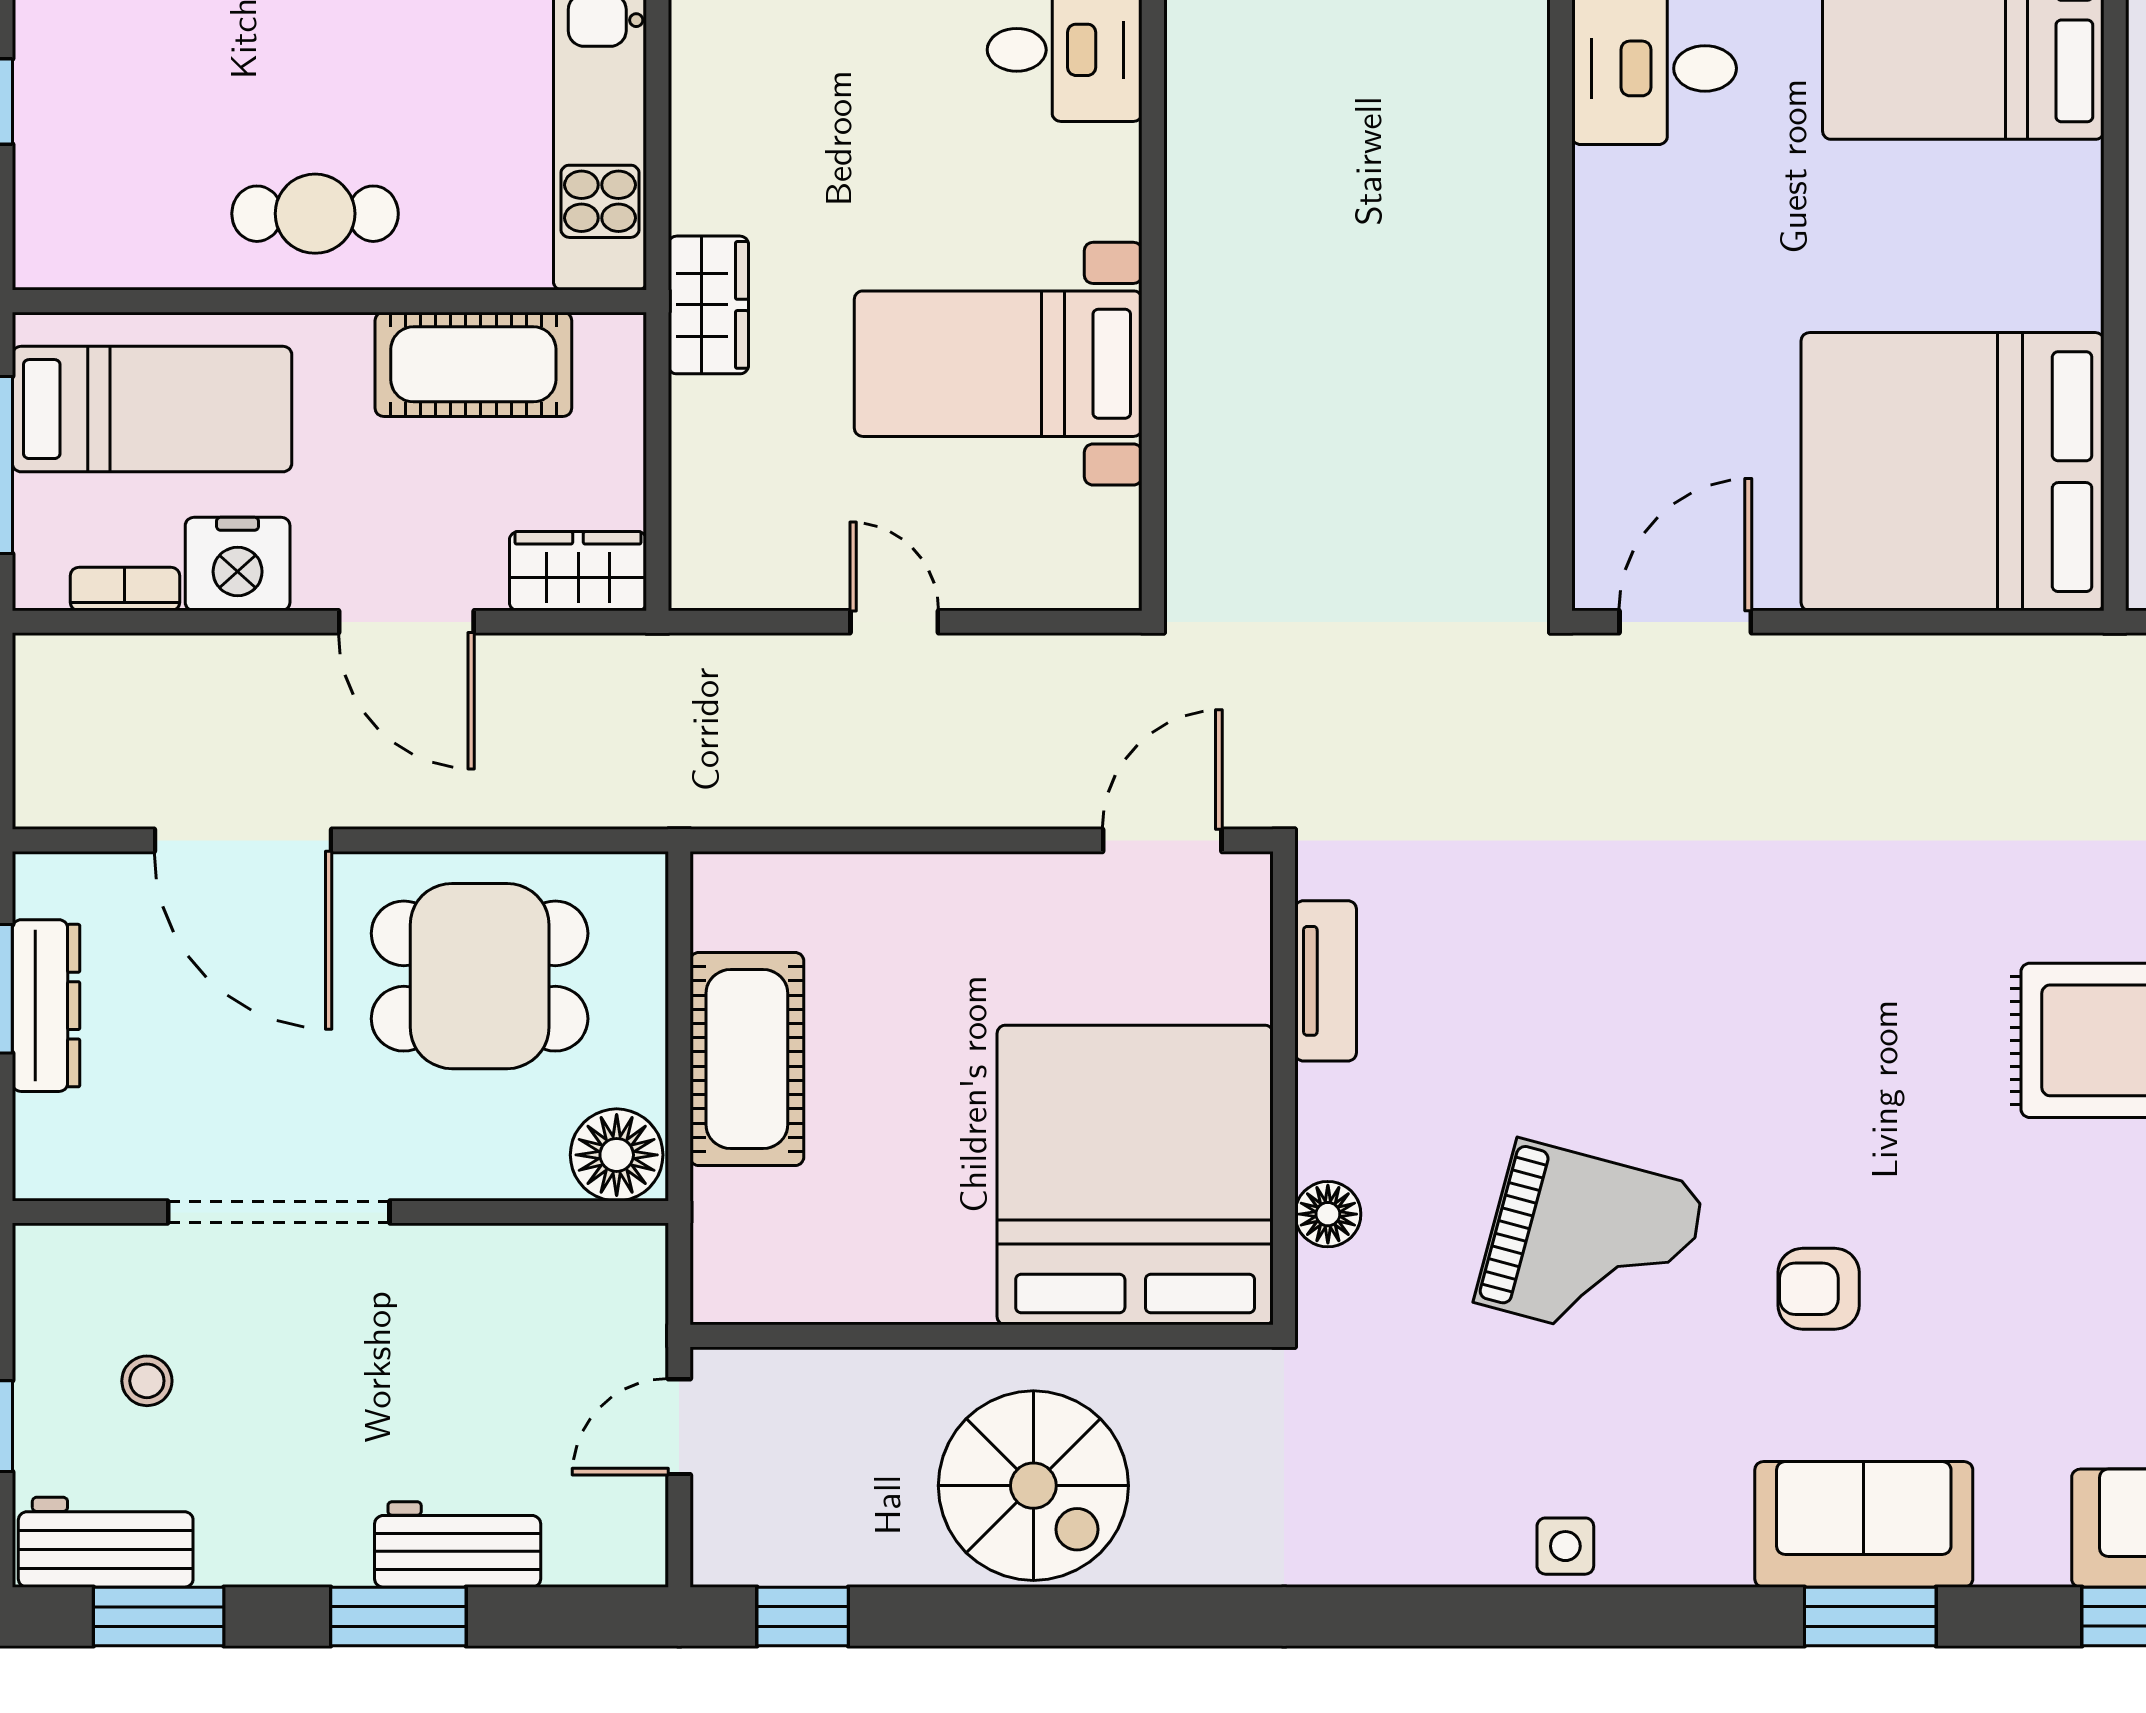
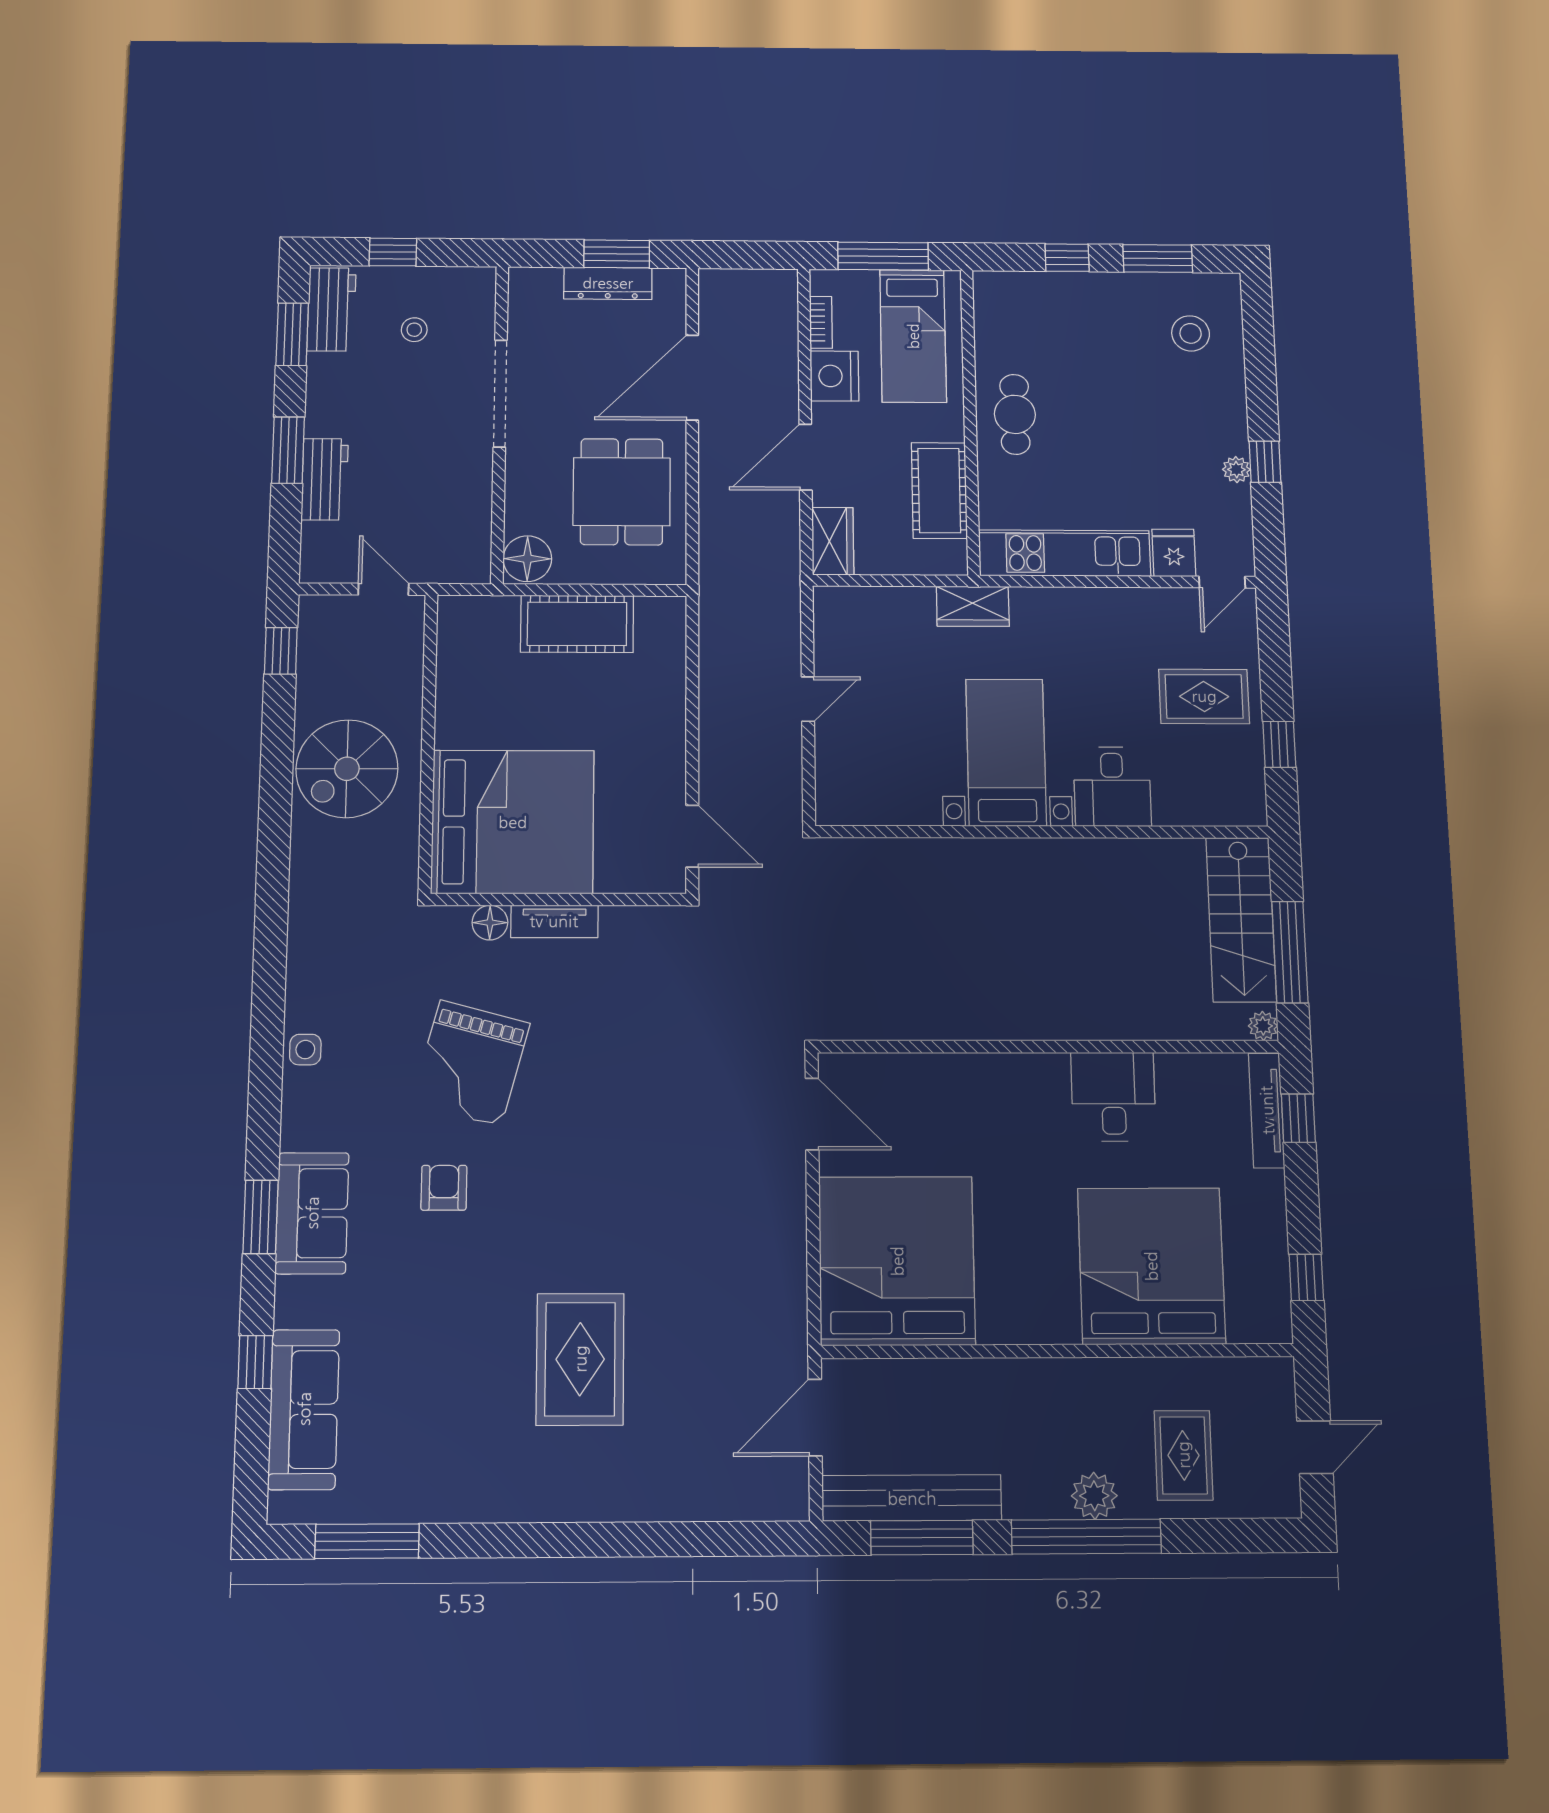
bed with nightstands: (998, 364) -> (1006, 752), moved
tv unit: (1326, 981) -> (554, 921), moved

